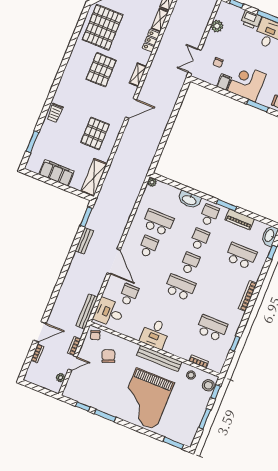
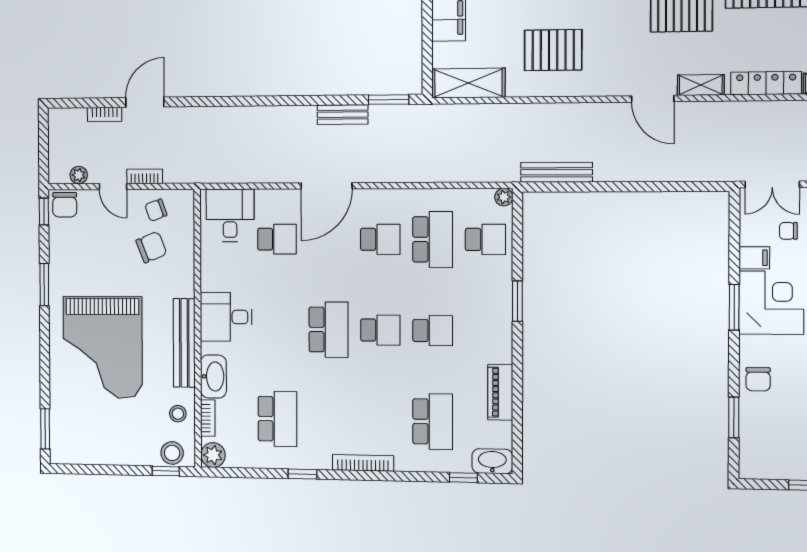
locker: (151, 41) -> (766, 83), width x1.53
double door: (195, 61) -> (772, 184), swing flipped
window: (258, 106) -> (734, 307), moved
door: (131, 108) -> (653, 99), moved
washbasin: (189, 200) -> (213, 376), moved, turned 180
window: (227, 205) -> (517, 301), moved
school desk: (209, 215) -> (485, 239), moved
bench: (87, 311) -> (557, 172), moved
door: (40, 332) -> (145, 102), swing flipped
chair: (95, 335) -> (156, 210), moved
window: (235, 343) -> (303, 474), moved
plant: (217, 366) -> (213, 455), added
chair: (72, 390) -> (65, 205), added
grand piano: (146, 399) -> (103, 347), turned -90
window: (83, 407) -> (44, 211), moved
window: (205, 419) -> (110, 470), removed

